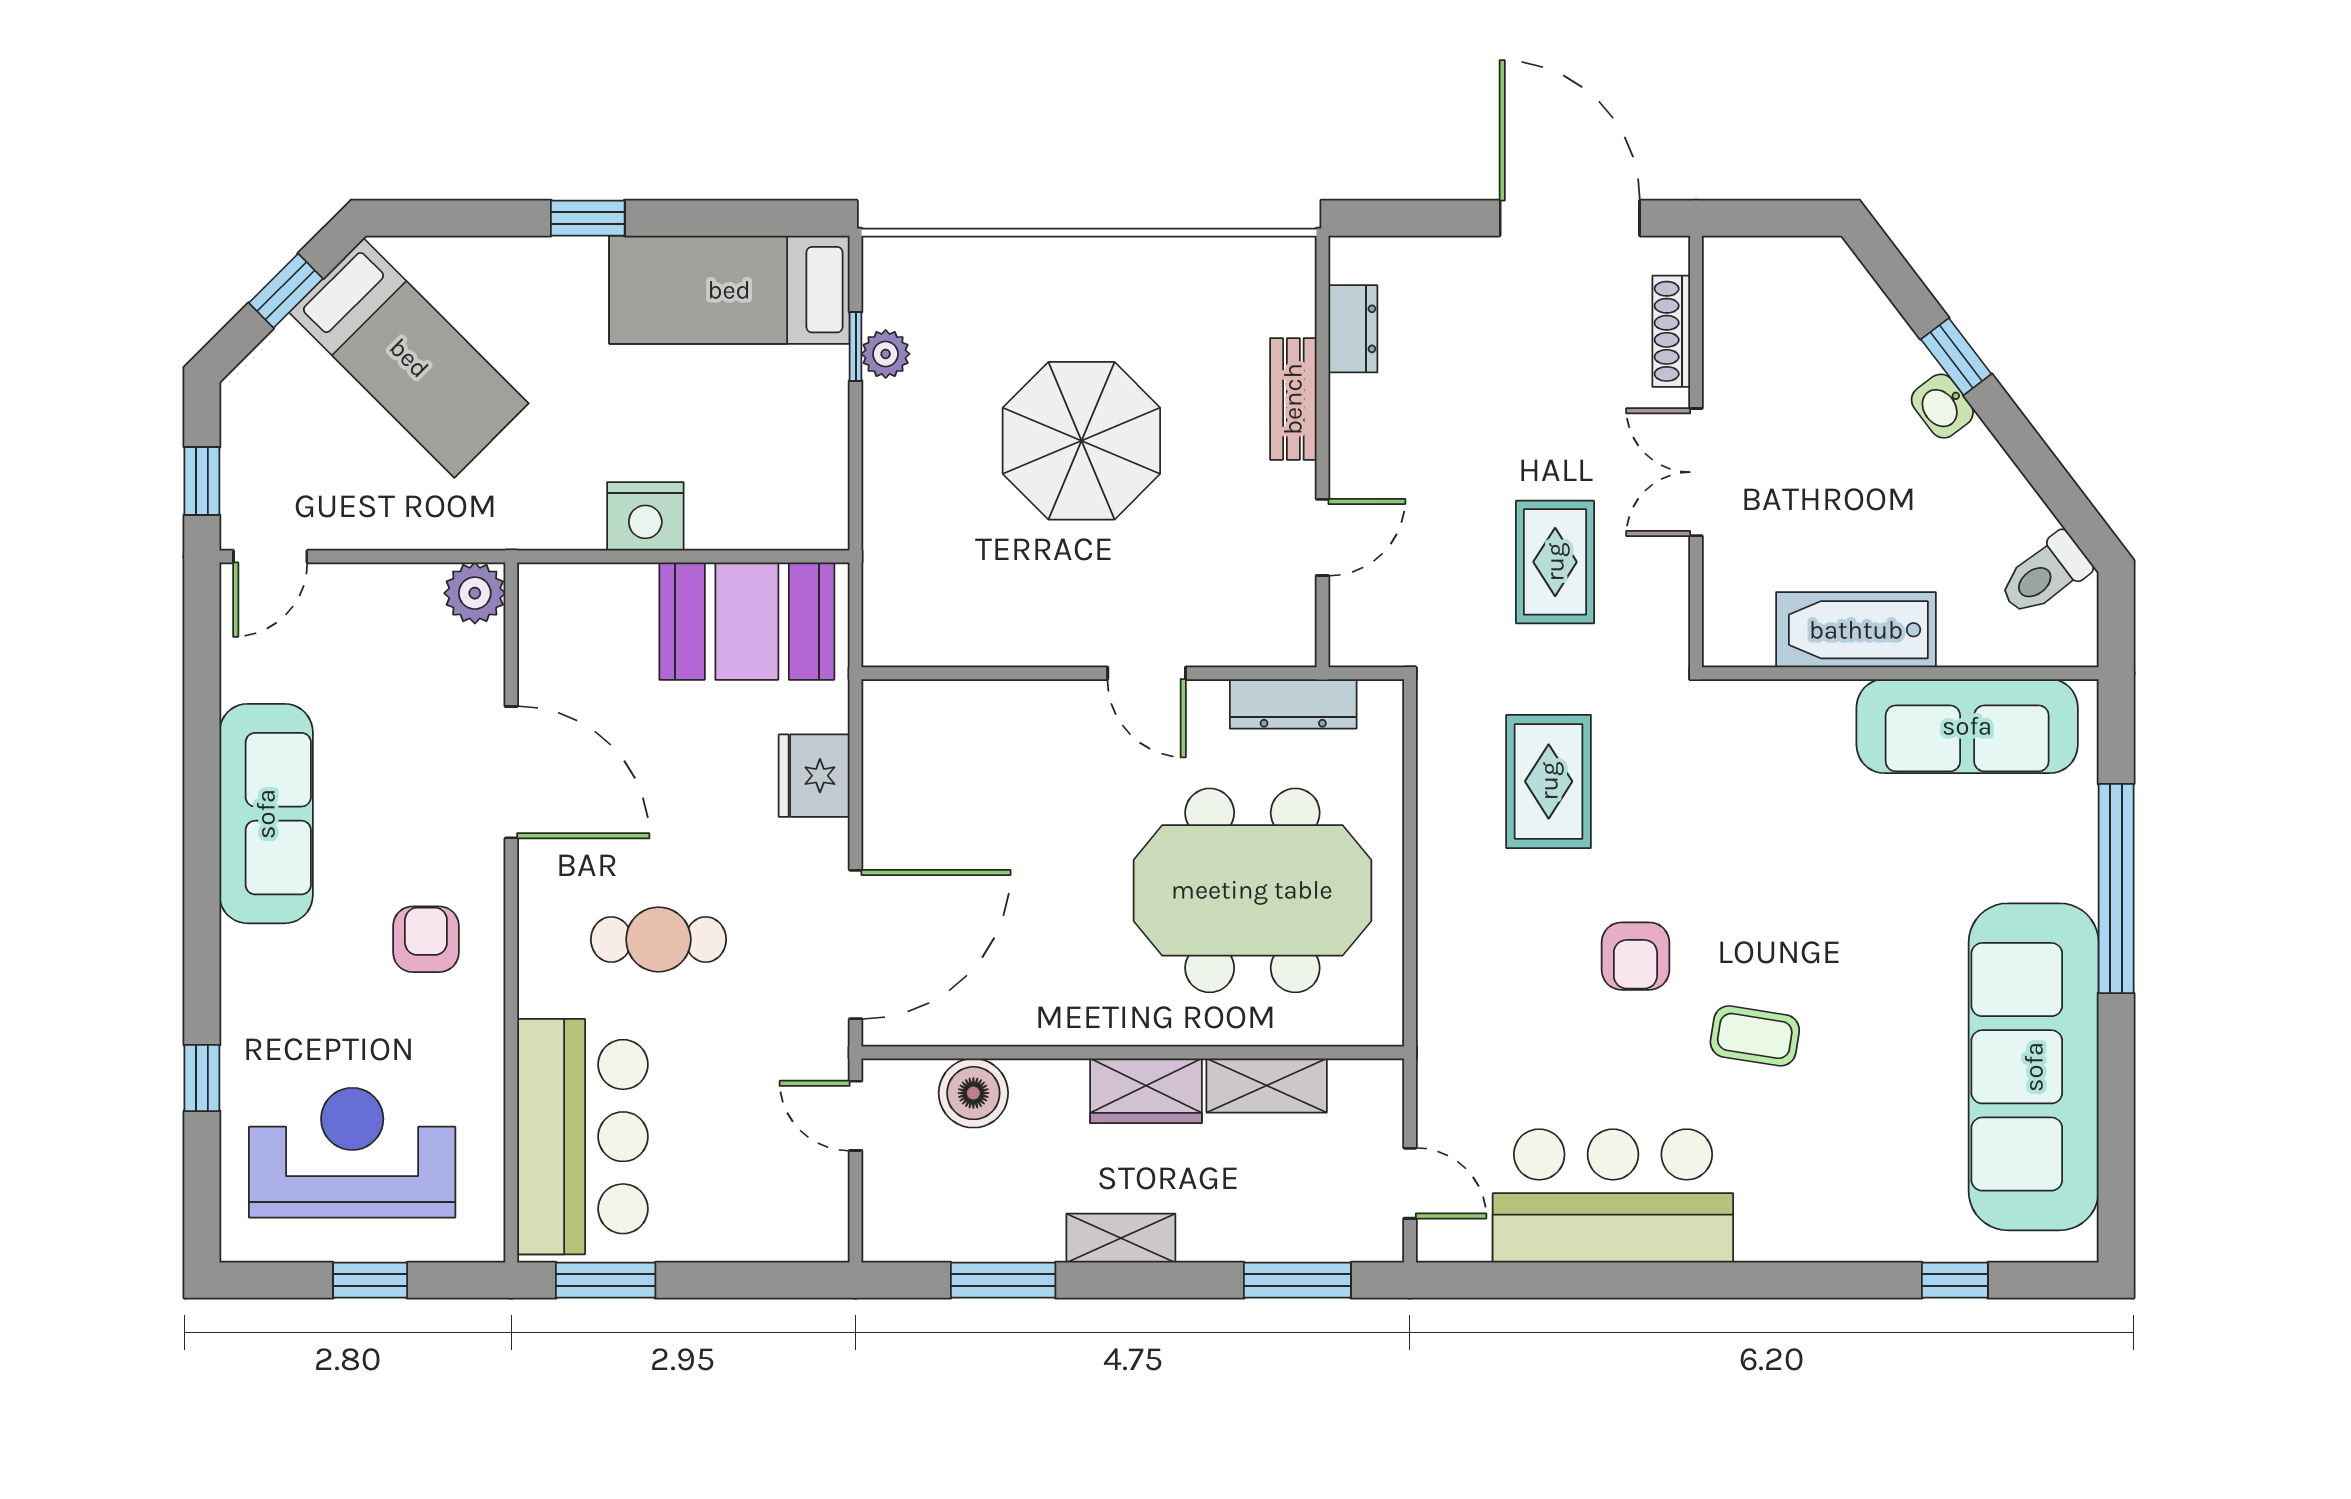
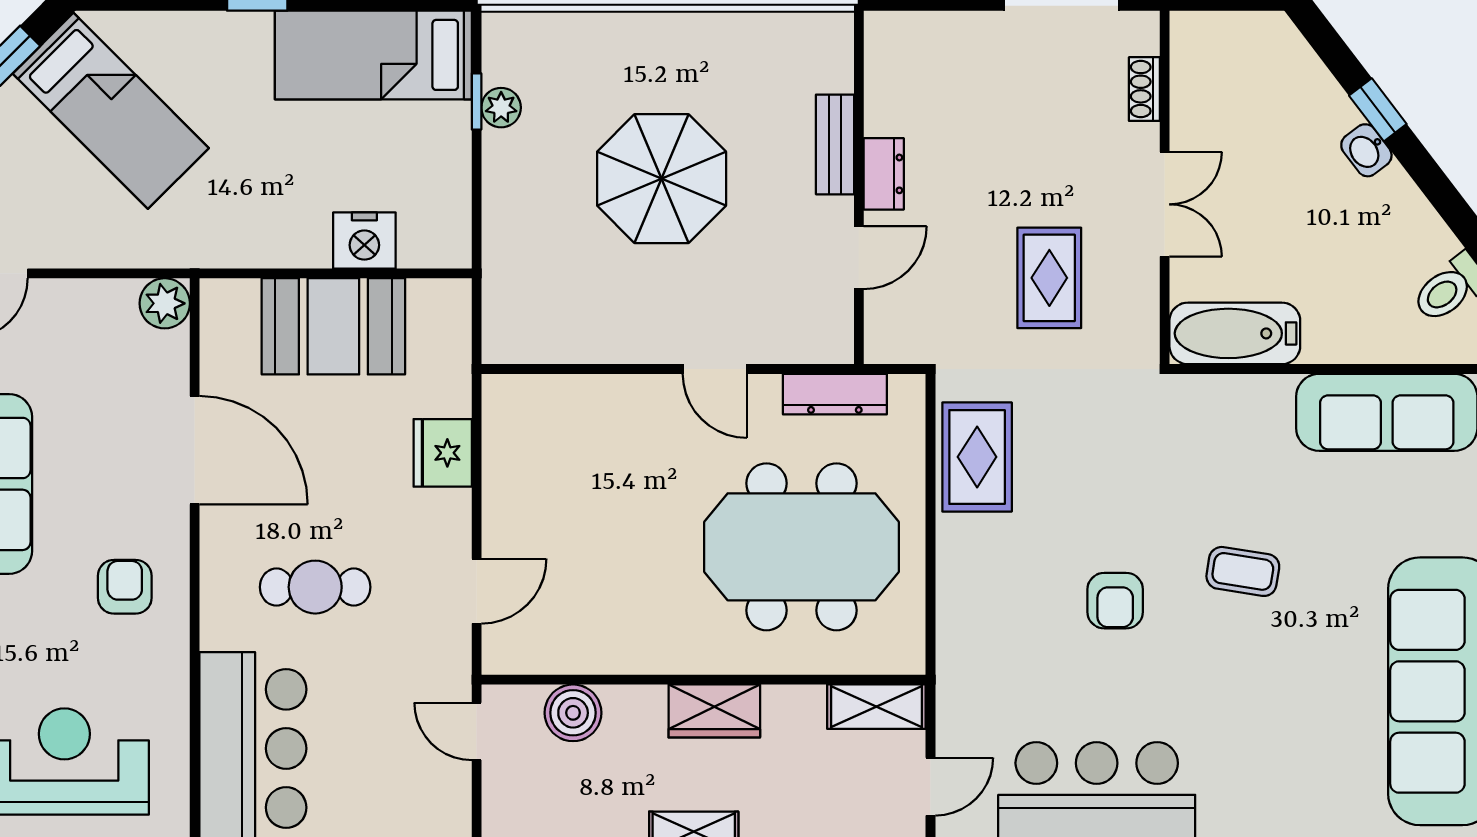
dresser: (1353, 329) -> (884, 174), moved
shoe rack: (1671, 331) -> (1144, 89), width x0.70
double door: (1696, 472) -> (1165, 204), swing flipped
nightstand: (645, 516) -> (364, 241), moved
booth: (747, 621) -> (333, 326), moved
bathtub: (1856, 630) -> (1235, 333), moved
rug: (1549, 781) -> (977, 457), moved
door: (856, 944) -> (477, 591), width x0.53
coffee table: (1755, 1036) -> (1243, 571), moved
shelving: (1267, 1086) -> (876, 707), moved
door: (1410, 1183) -> (931, 787), hinge flipped

